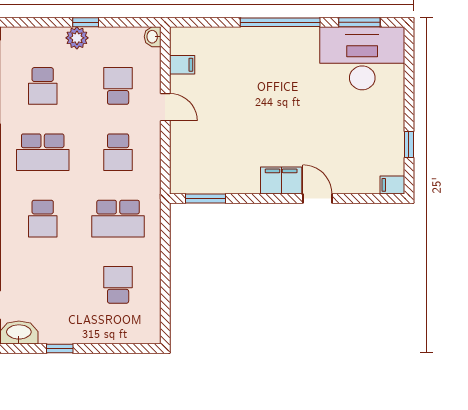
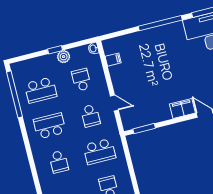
plant: (77, 38) -> (64, 57), moved
school desk: (43, 86) -> (41, 90), width x1.85
door: (165, 107) -> (114, 103), moved
school desk: (43, 152) -> (50, 126), turned 180

